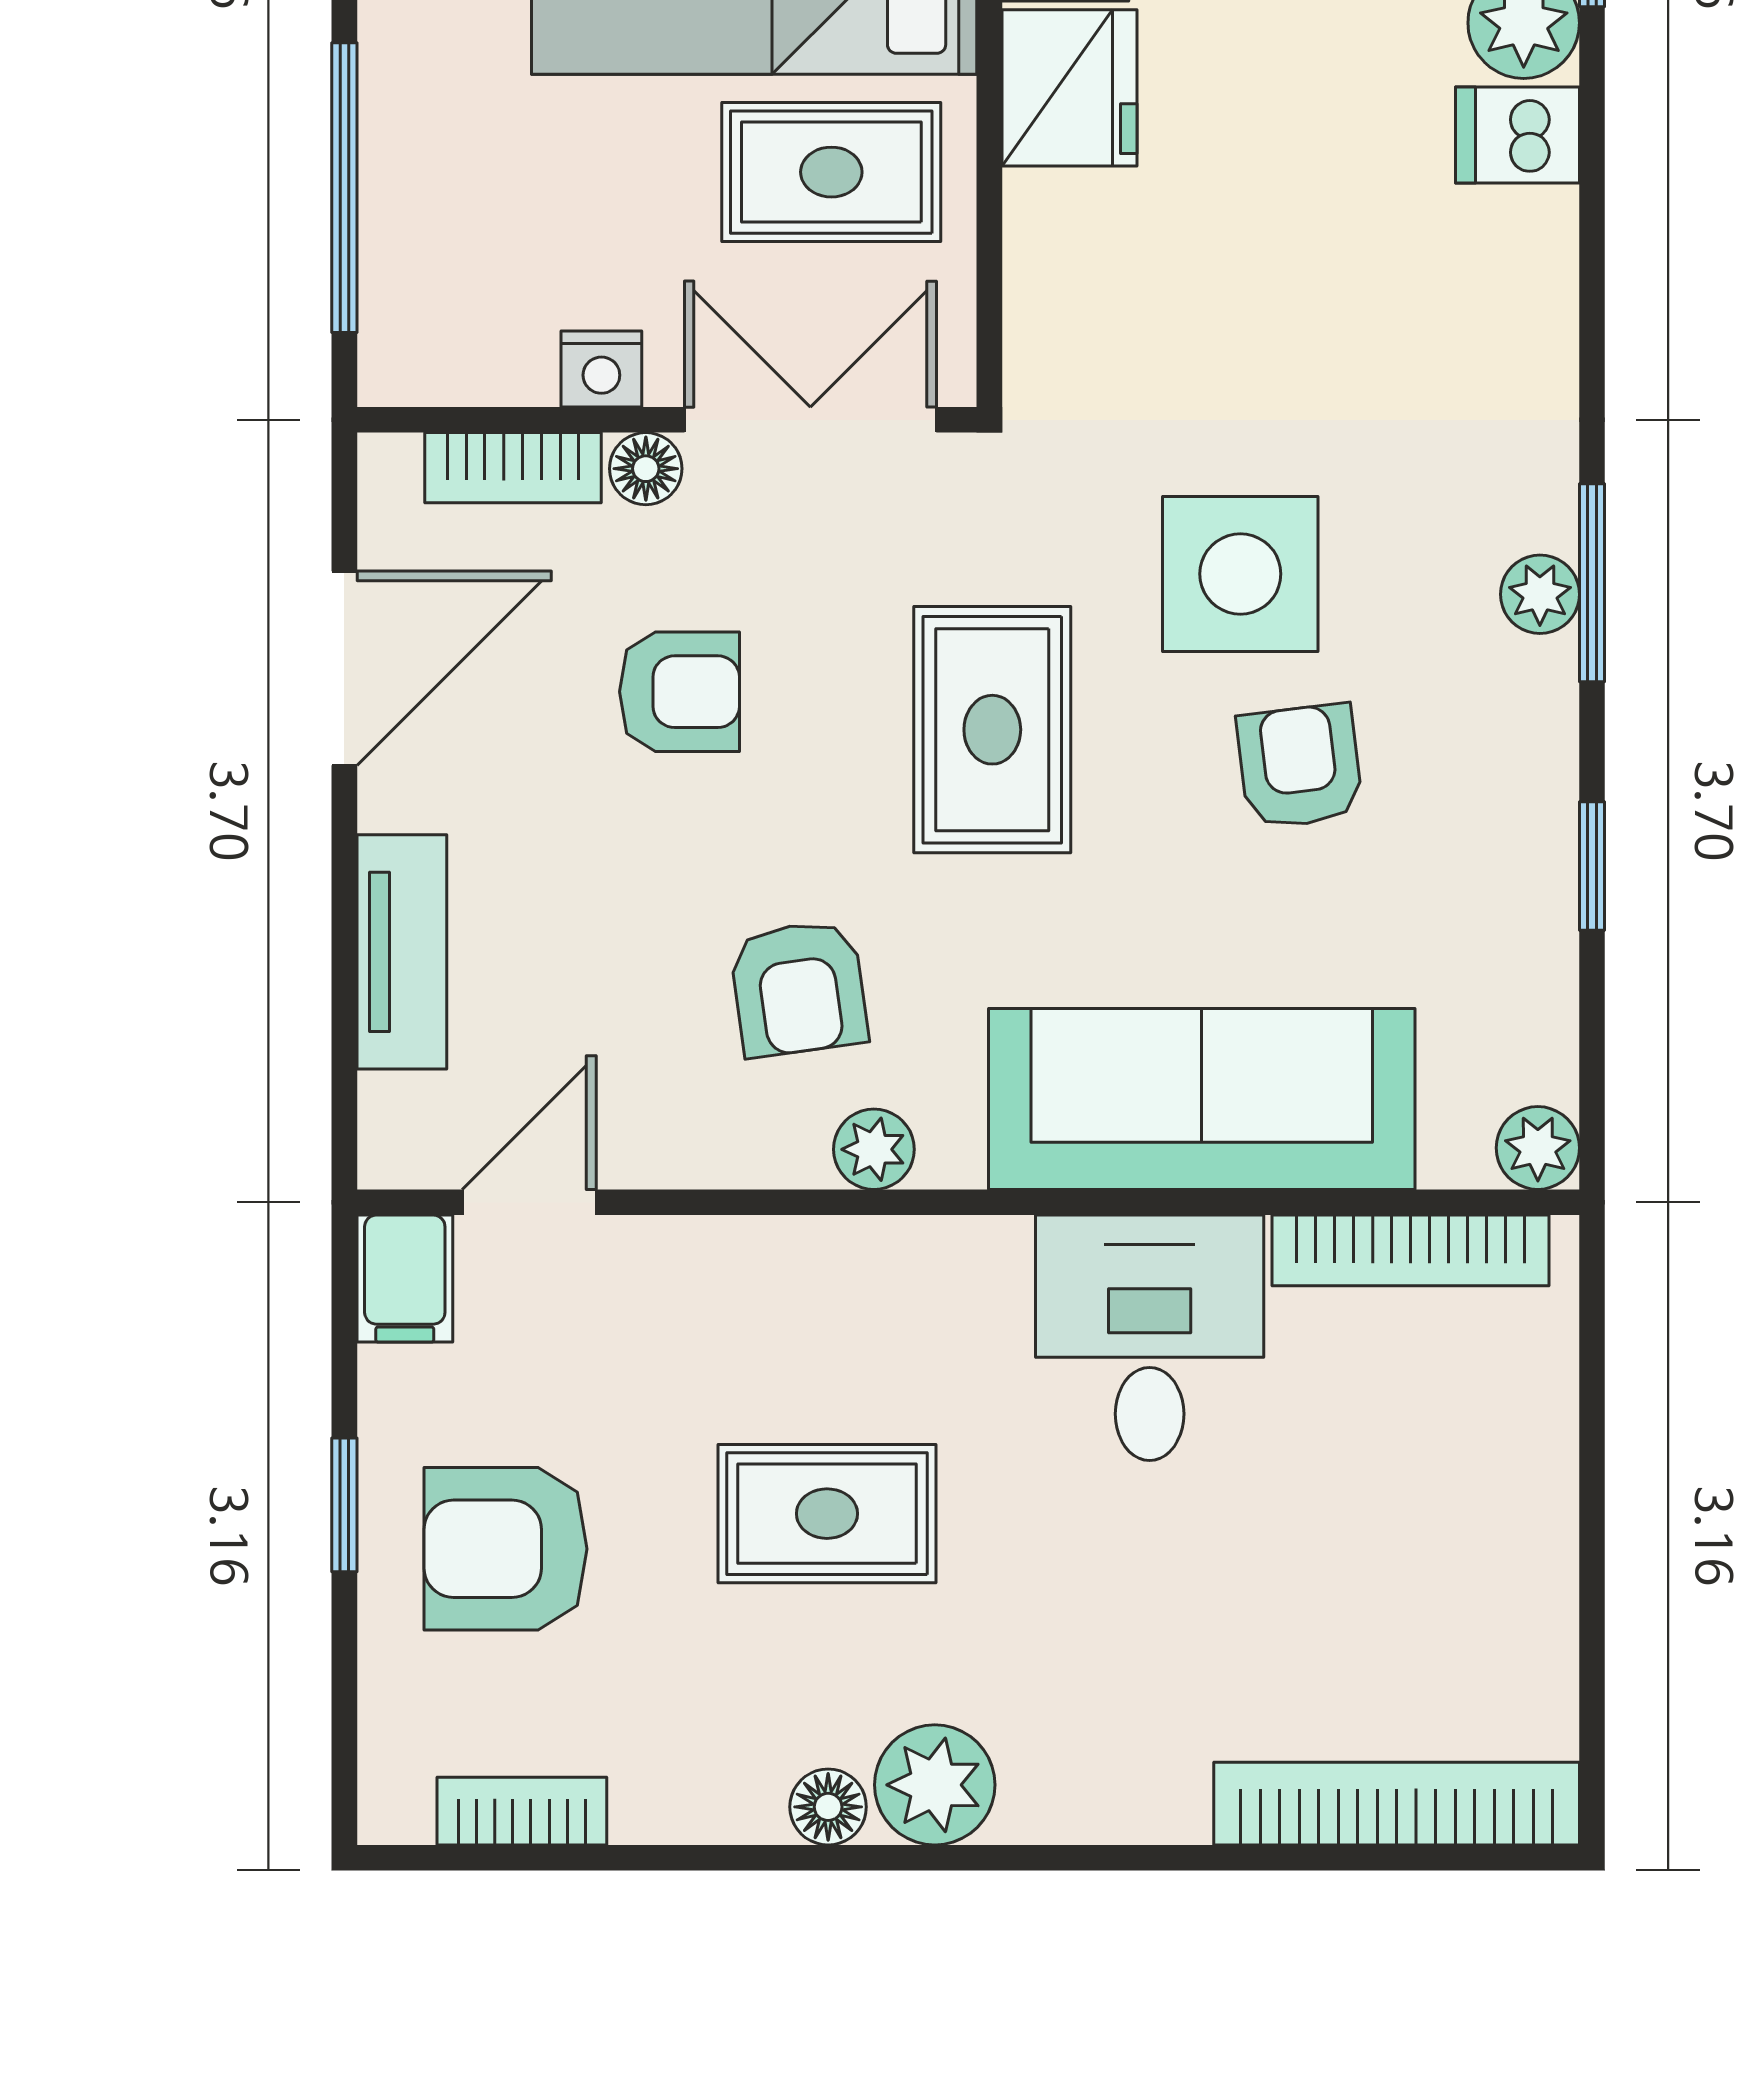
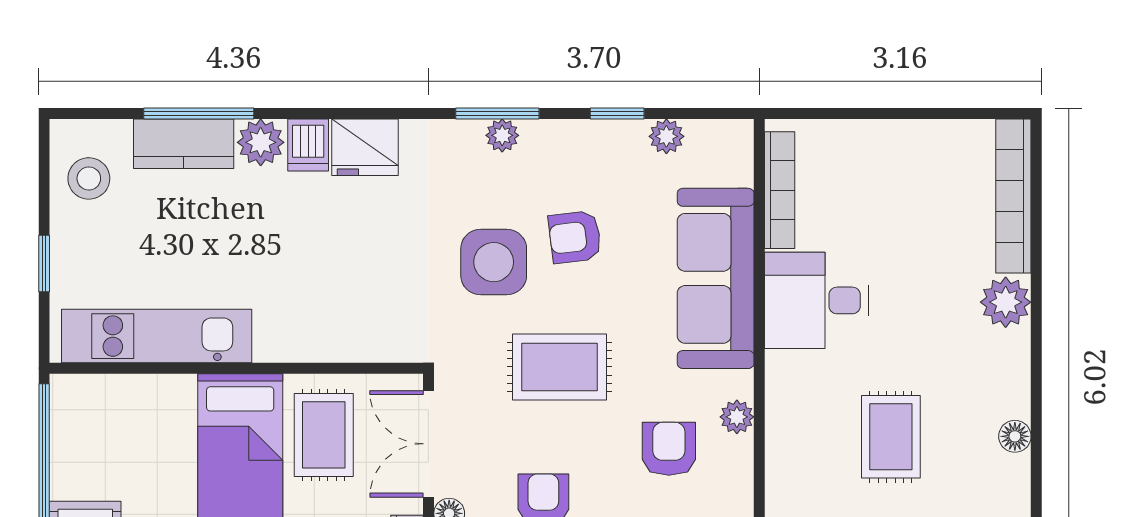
fridge: (1069, 88) -> (365, 147), moved, turned 180
armchair: (799, 988) -> (669, 449), turned -82
plant: (1538, 1148) -> (666, 136), moved
plant: (935, 1785) -> (1006, 302), moved

